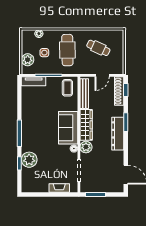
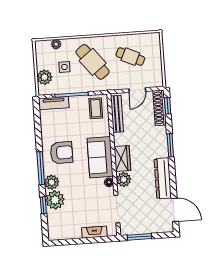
cafe table: (67, 50) -> (93, 62), turned -37
armchair: (37, 122) -> (62, 153), added
wardrobe: (86, 125) -> (122, 159), width x0.67
dresser: (118, 134) -> (163, 178), moved
plant: (27, 145) -> (52, 182), added

